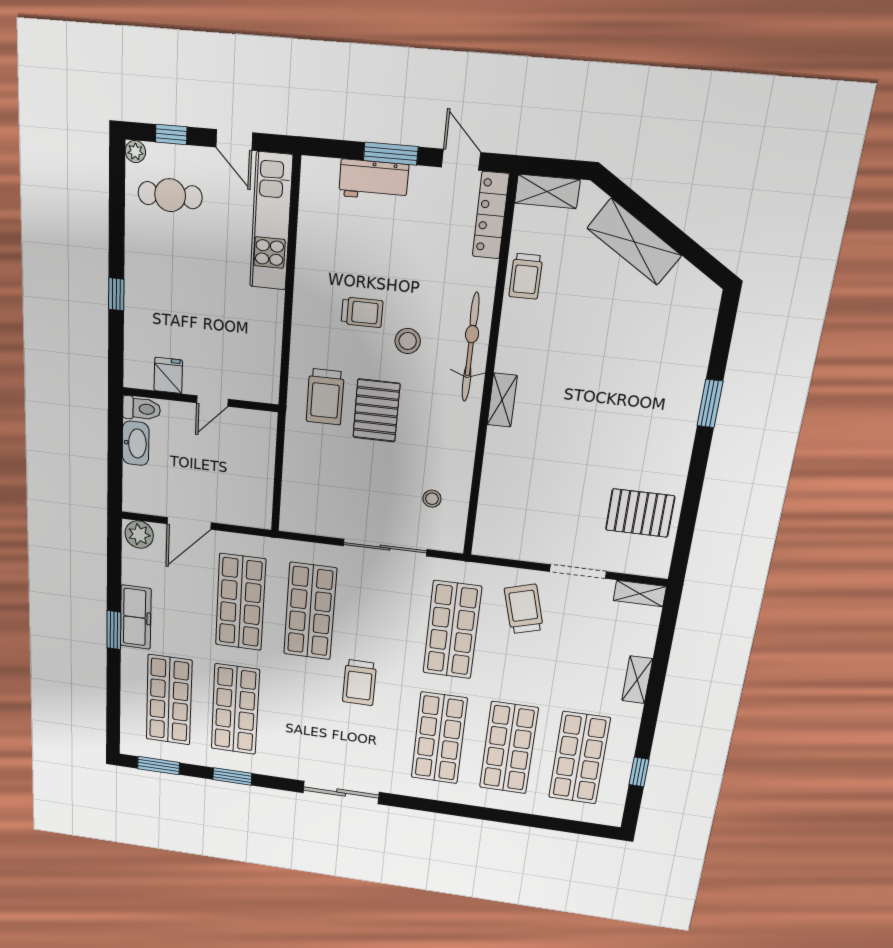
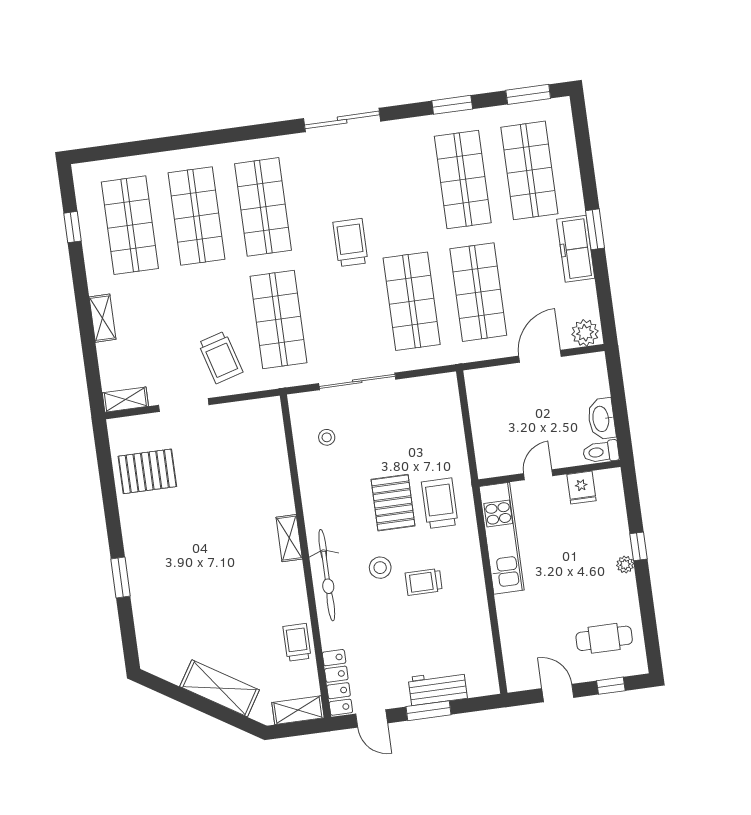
plant: (135, 151) -> (625, 565), moved
kitchen unit: (271, 222) -> (502, 538), moved

